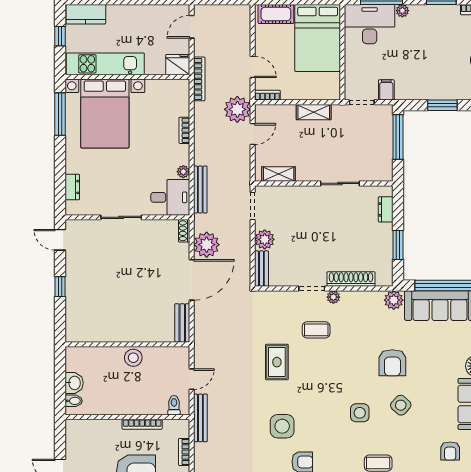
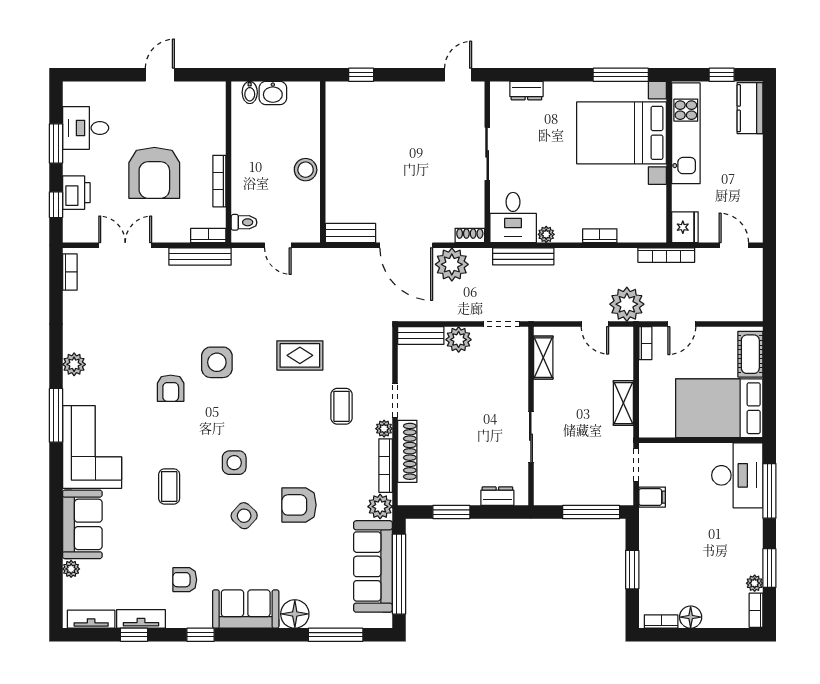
plant: (402, 11) -> (755, 583), moved
window: (60, 287) -> (361, 75), moved
bookcase: (362, 296) -> (386, 466), added
bench: (200, 418) -> (200, 257), moved
bookcase: (184, 452) -> (208, 235), moved

